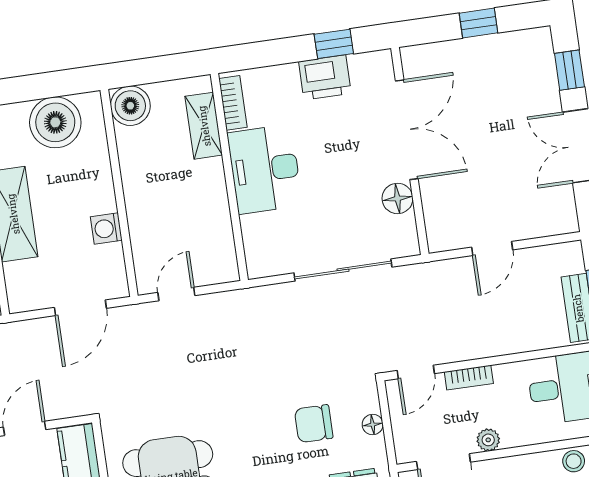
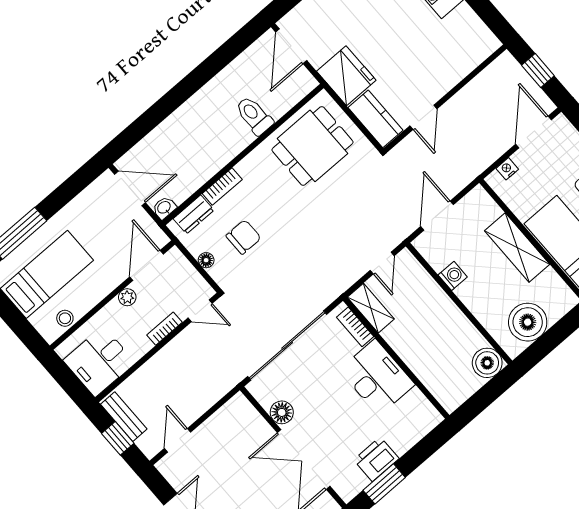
window: (334, 44) -> (384, 484), width x1.50
bookcase: (233, 103) -> (355, 327), moved
shelving: (204, 126) -> (371, 308), moved
door: (492, 249) -> (178, 440), moved
sliding door: (343, 270) -> (287, 345), width x1.36
door: (416, 372) -> (200, 311), swing flipped

